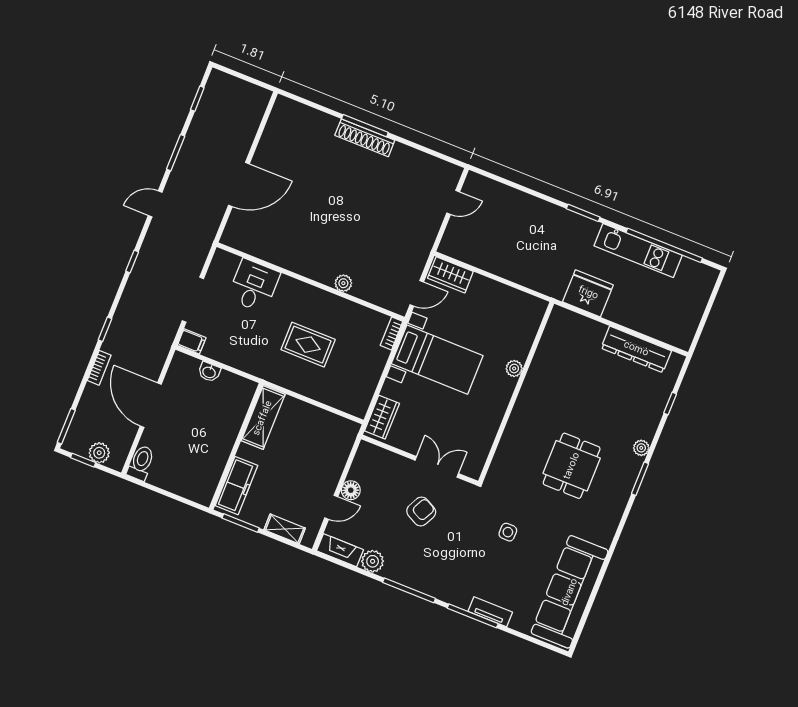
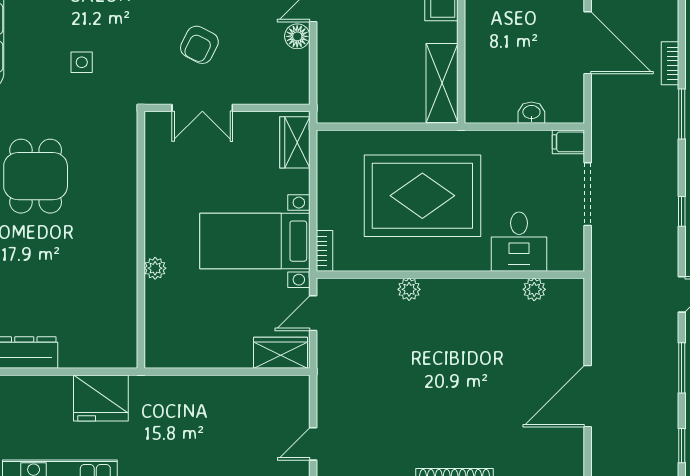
door: (239, 185) -> (588, 396), moved
plant: (256, 248) -> (534, 289), added
window: (105, 329) -> (682, 114), width x1.50
rug: (308, 345) -> (422, 196), width x1.86, depth x2.06

